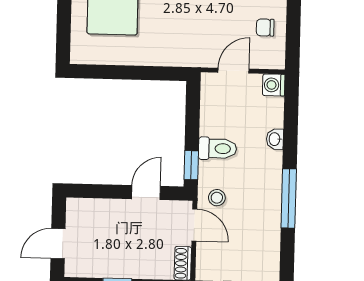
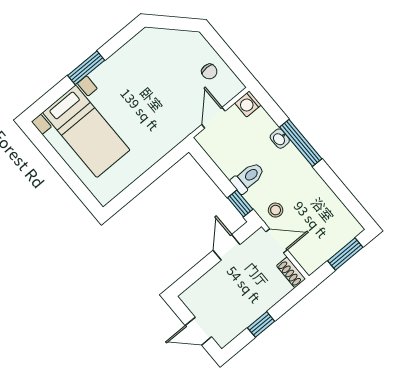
chair: (265, 28) -> (209, 72), turned -90
window: (289, 198) -> (301, 143), moved
door: (58, 244) -> (198, 331), hinge flipped

